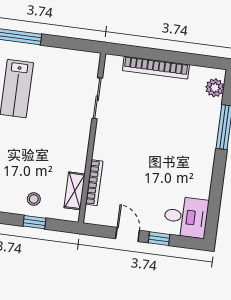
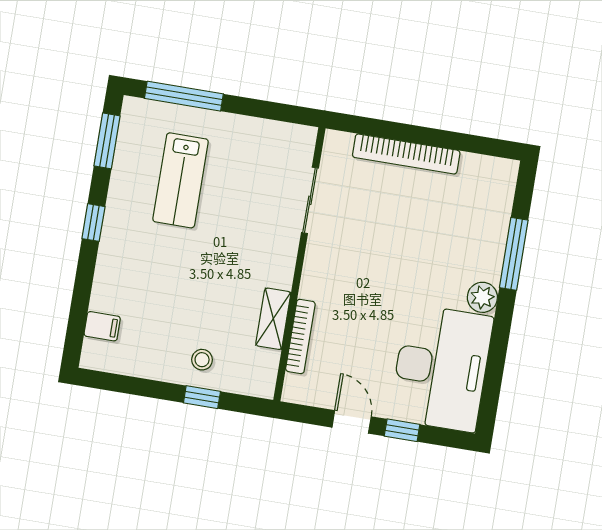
plant: (215, 88) -> (482, 297), moved
shelving: (75, 191) -> (273, 319), moved
desk: (186, 217) -> (441, 368), width x1.87, depth x1.30

